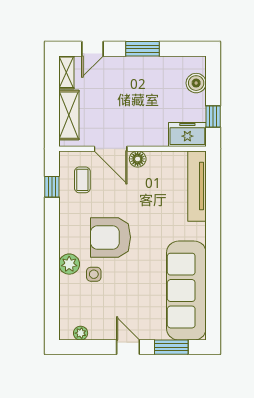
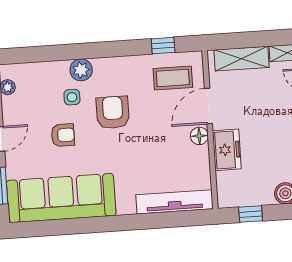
freezer: (187, 134) -> (227, 150), moved
coffee table: (82, 180) -> (173, 78), width x1.36, depth x1.30
armchair: (110, 237) -> (113, 112), width x0.73, depth x0.73
armchair: (128, 285) -> (63, 135), added

